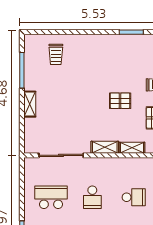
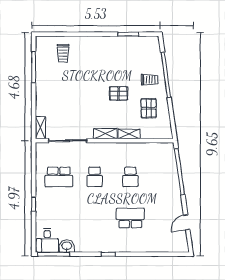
shelving: (30, 104) -> (40, 128), moved
school desk: (51, 197) -> (59, 177), turned 180
school desk: (134, 197) -> (130, 177), turned 90

